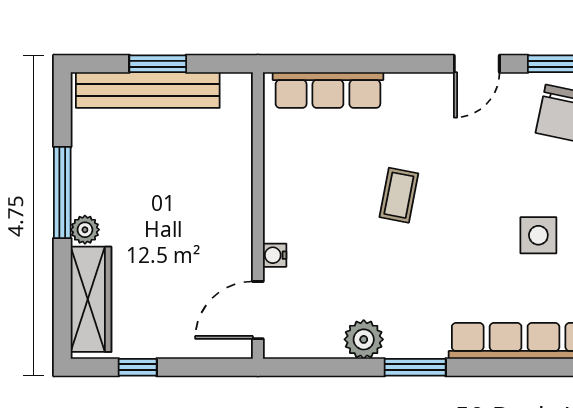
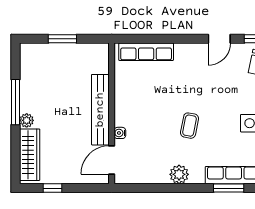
bench: (148, 90) -> (100, 110), moved, turned 90
coffee table: (399, 195) -> (190, 126), moved
plant: (364, 339) -> (179, 174), moved
window: (415, 367) -> (229, 188), moved

